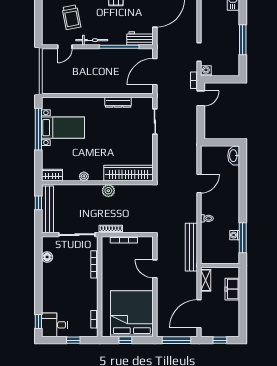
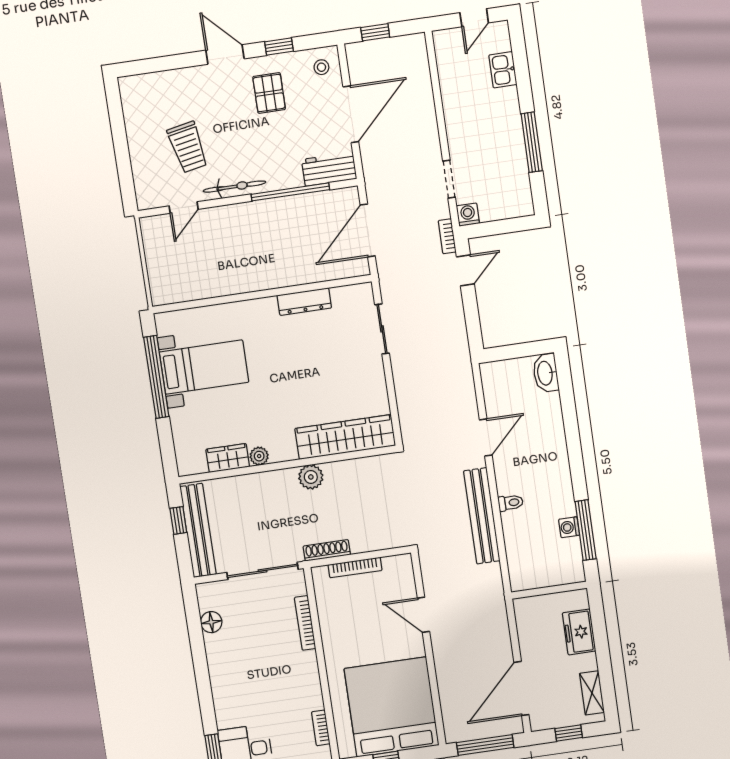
wardrobe: (52, 175) -> (228, 458), moved
bench: (191, 247) -> (482, 516), moved
shelving: (206, 280) -> (592, 693), moved

